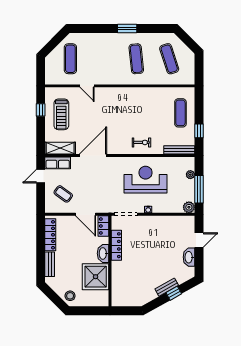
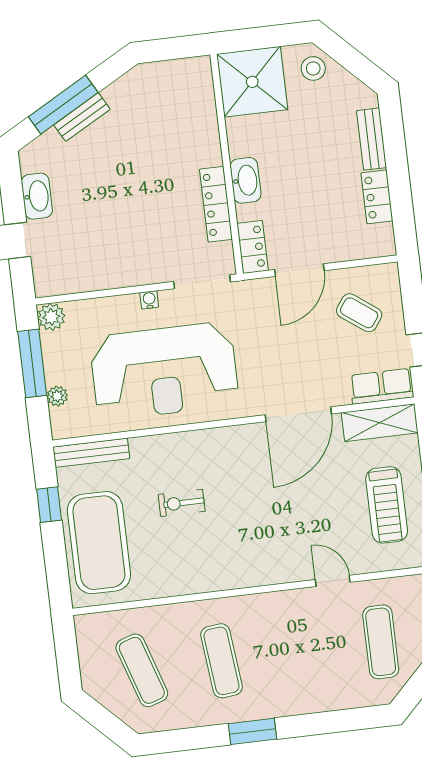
exercise mat: (180, 113) -> (99, 543), width x2.00, depth x1.45
treadmill: (61, 114) -> (387, 505), turned 180
exercise bike: (141, 142) -> (182, 503), moved
reception desk: (146, 180) -> (164, 371), width x1.36, depth x1.30
door: (86, 214) -> (299, 270), swing flipped
locker: (50, 235) -> (377, 197), width x0.66
shower: (96, 277) -> (252, 82), moved
window: (174, 293) -> (63, 105), width x2.17

